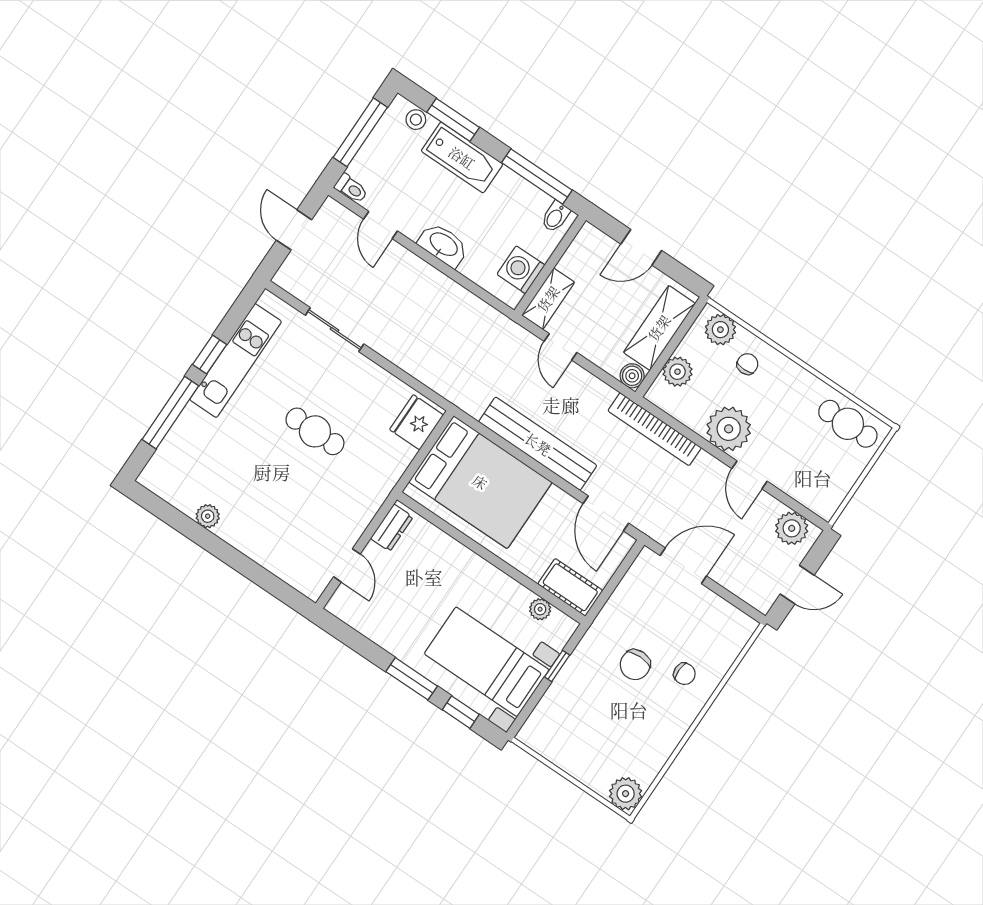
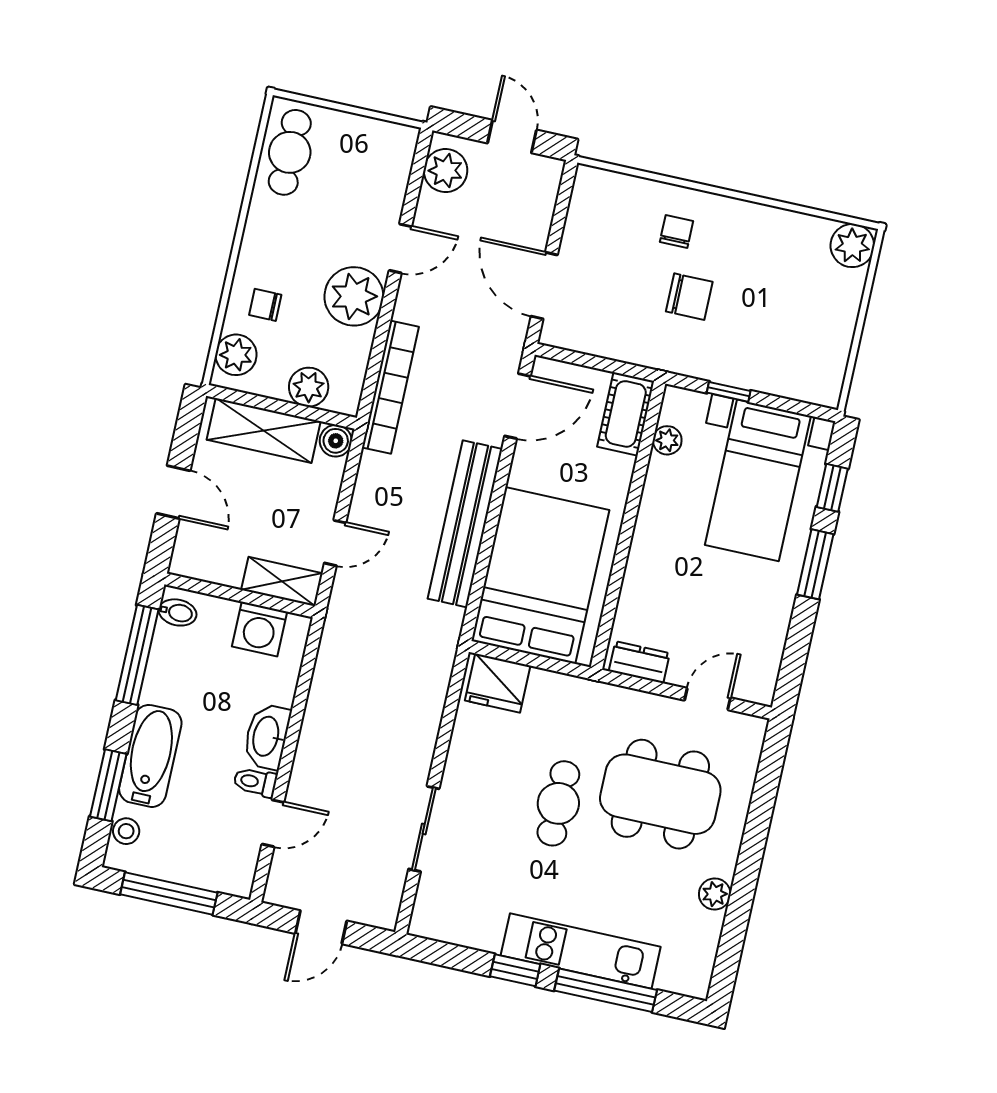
toilet: (351, 188) -> (255, 782), moved, turned -90
kitchen unit: (236, 361) -> (581, 951), moved
dining table: (293, 506) -> (660, 794), added

